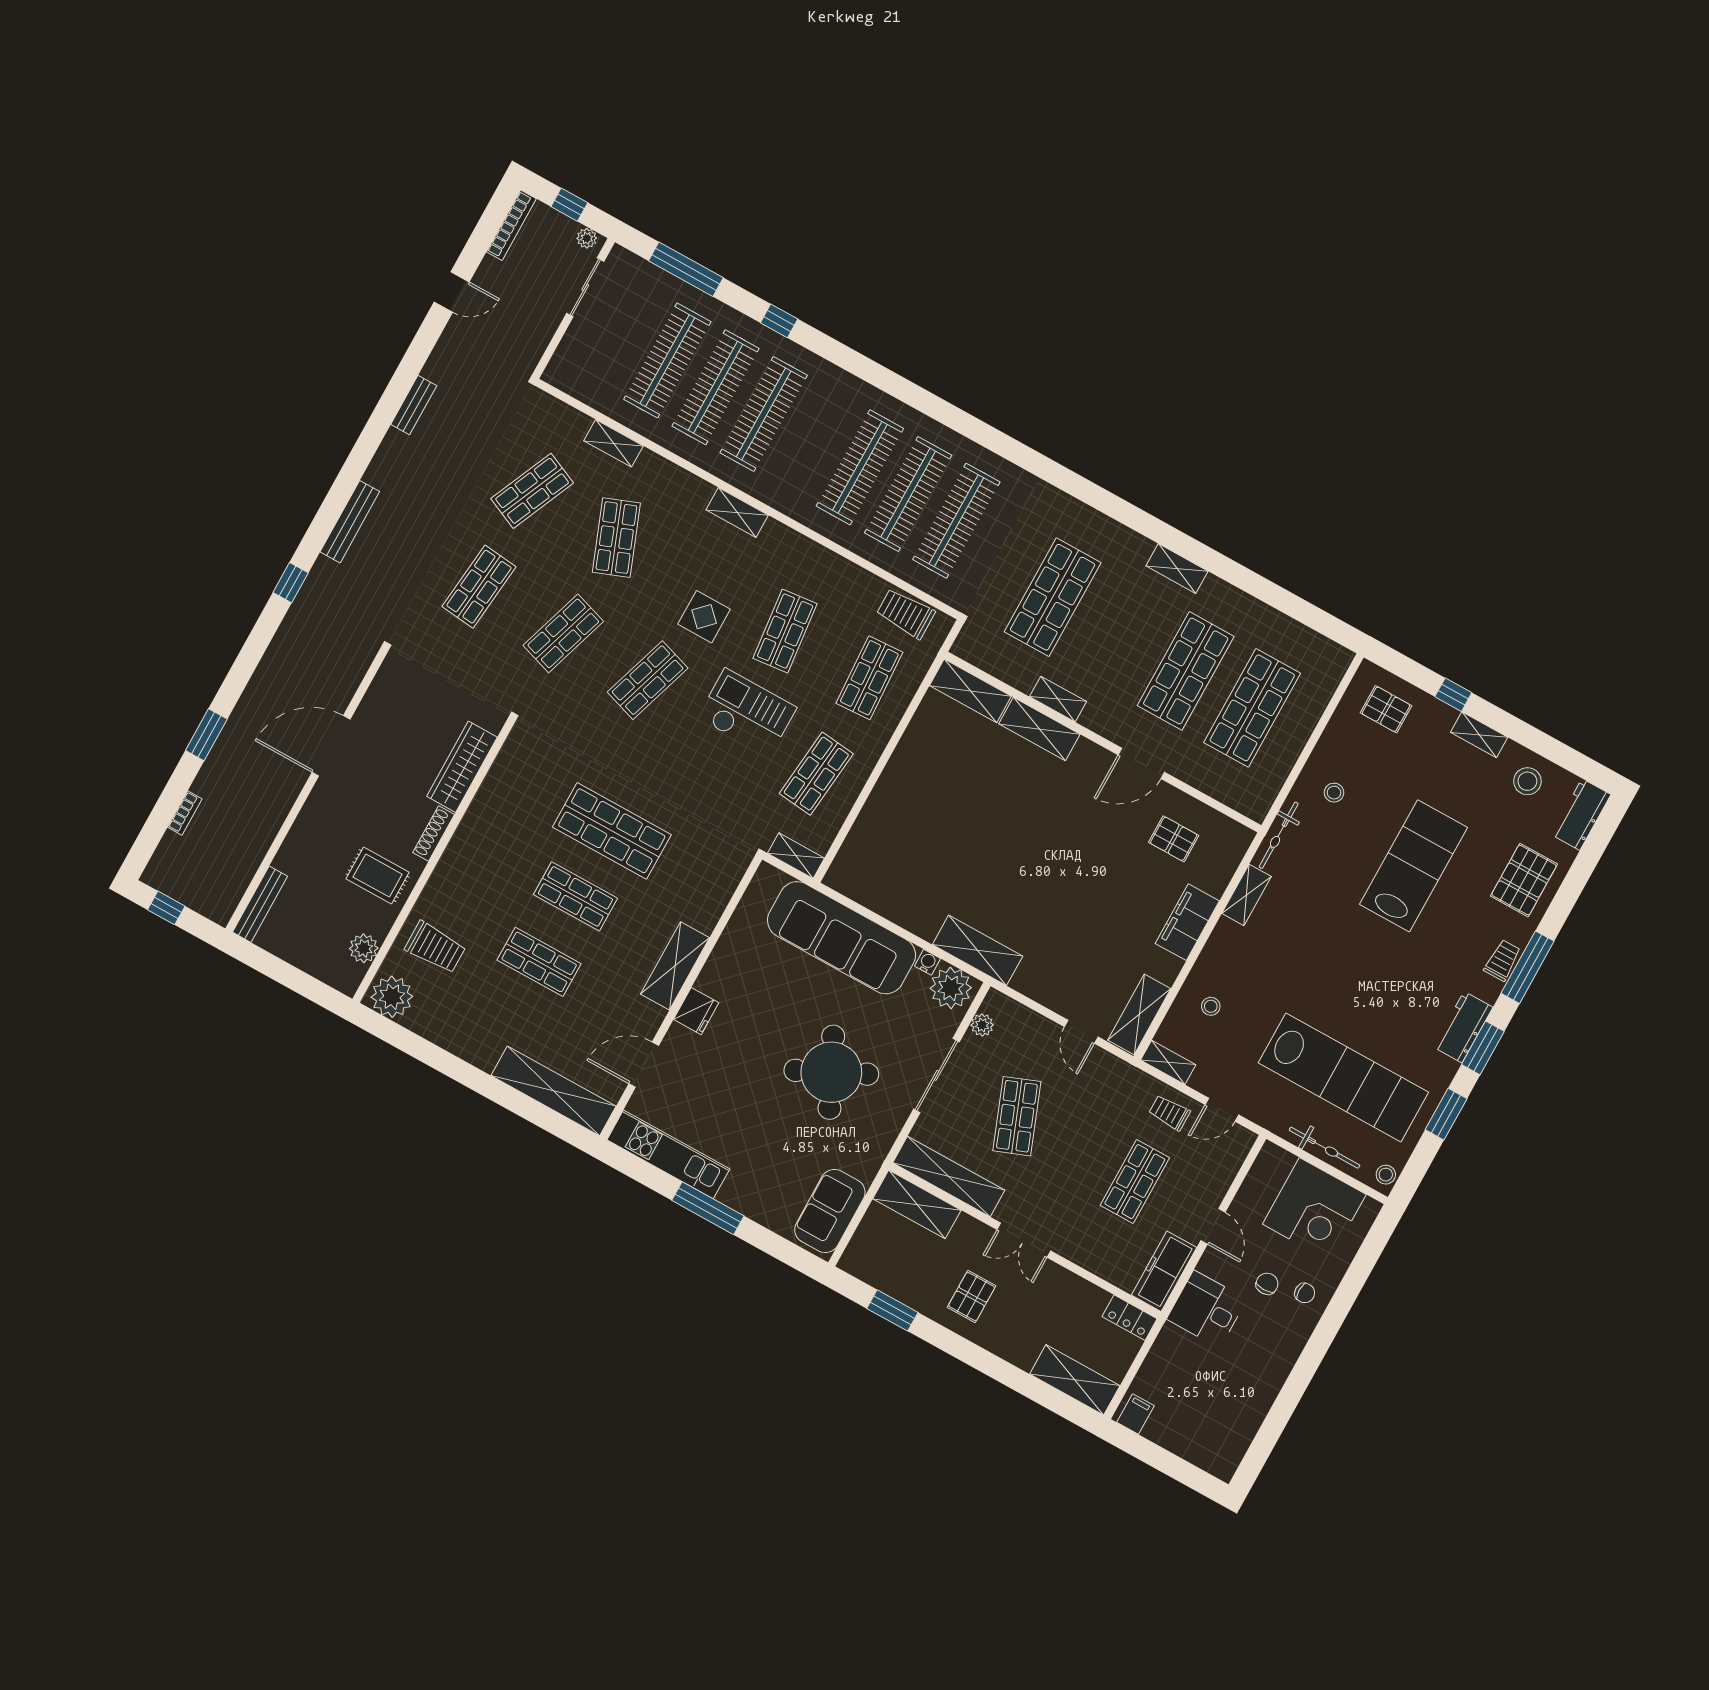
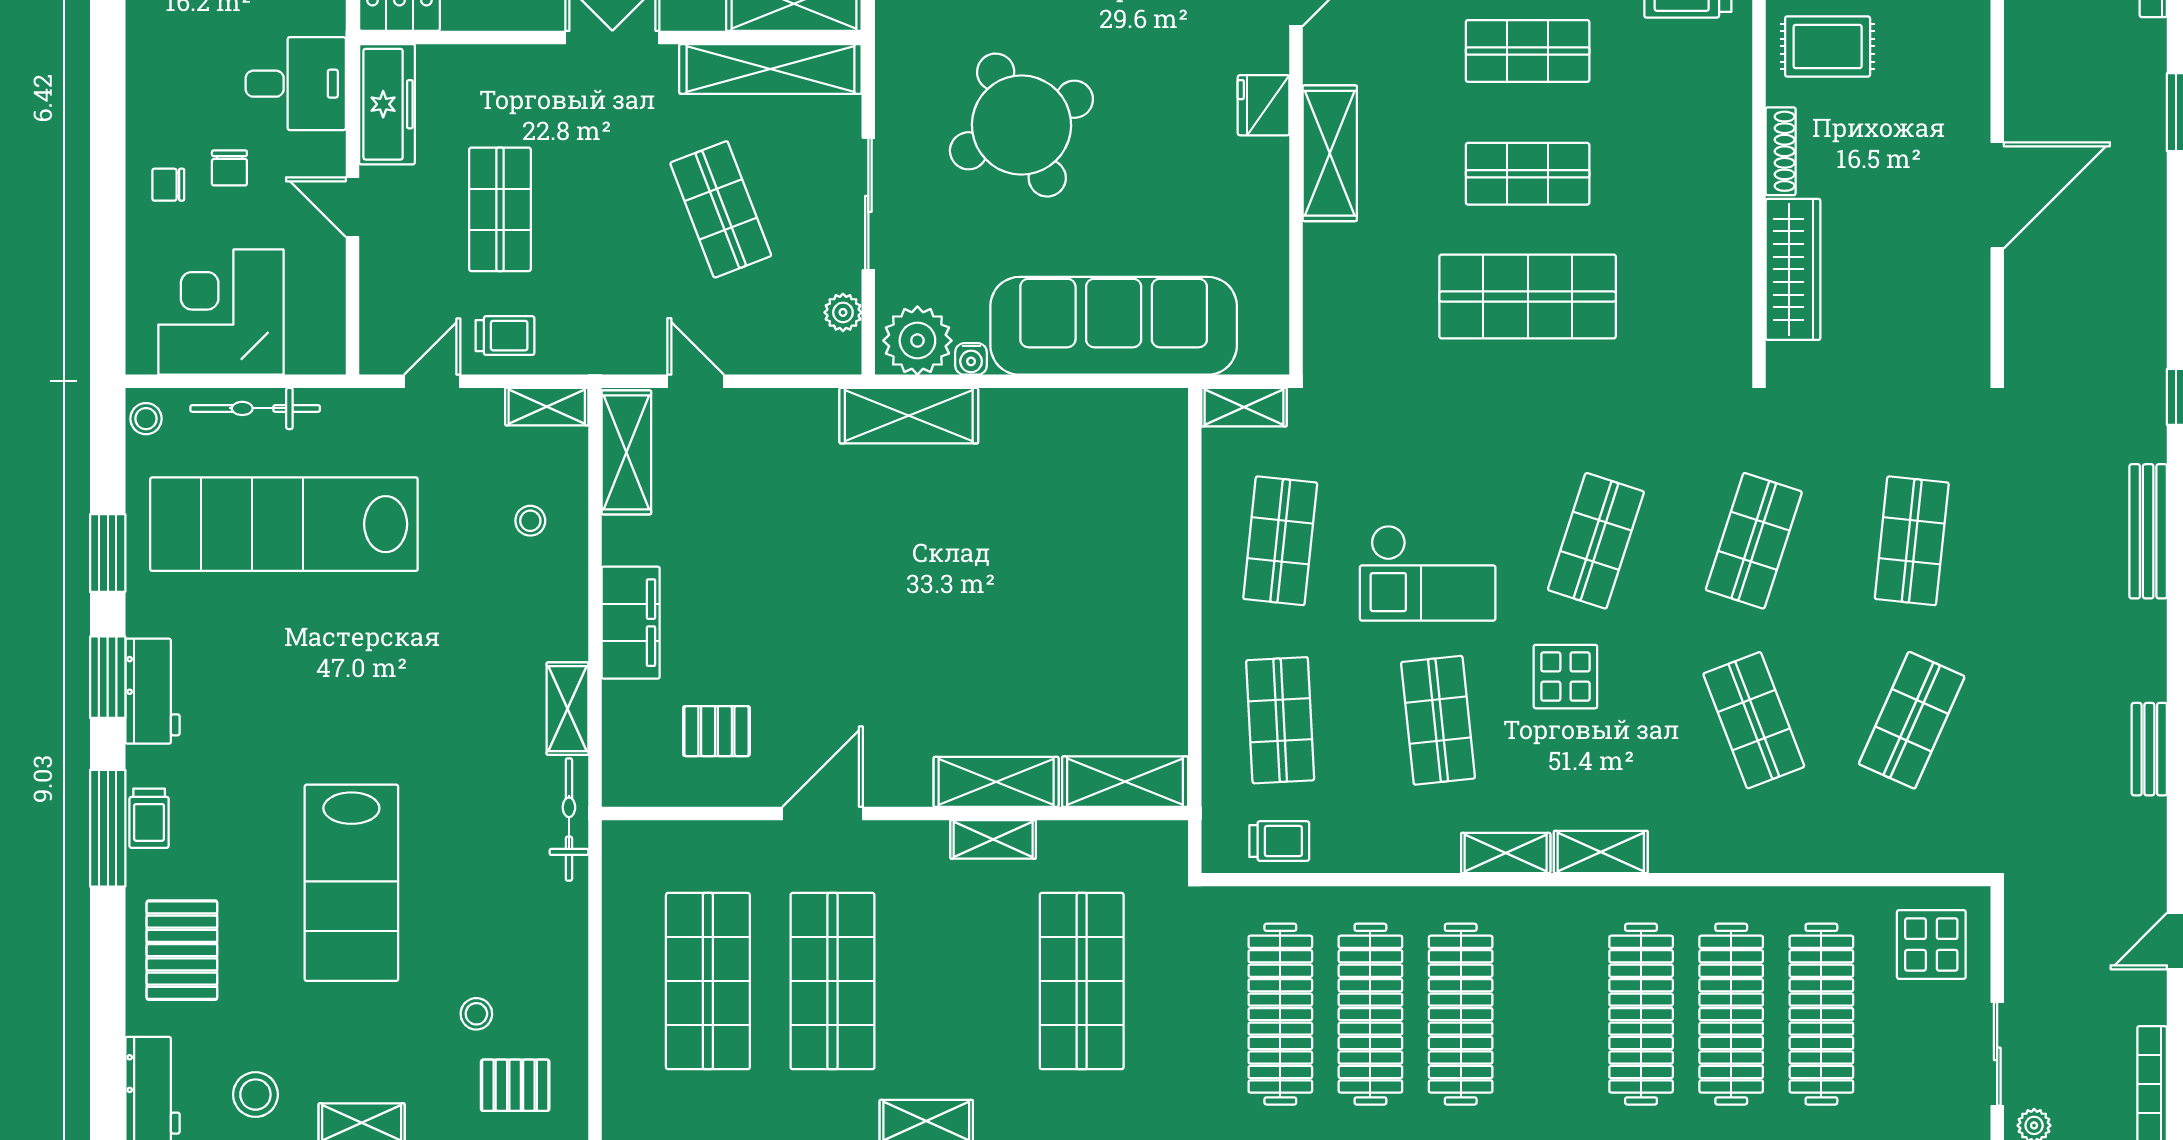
display table: (588, 365) -> (1931, 944), added
shelving: (614, 443) -> (1506, 853), moved
trolley: (906, 614) -> (1279, 841), width x0.73, depth x0.72
stool: (1334, 793) -> (476, 1014), moved

